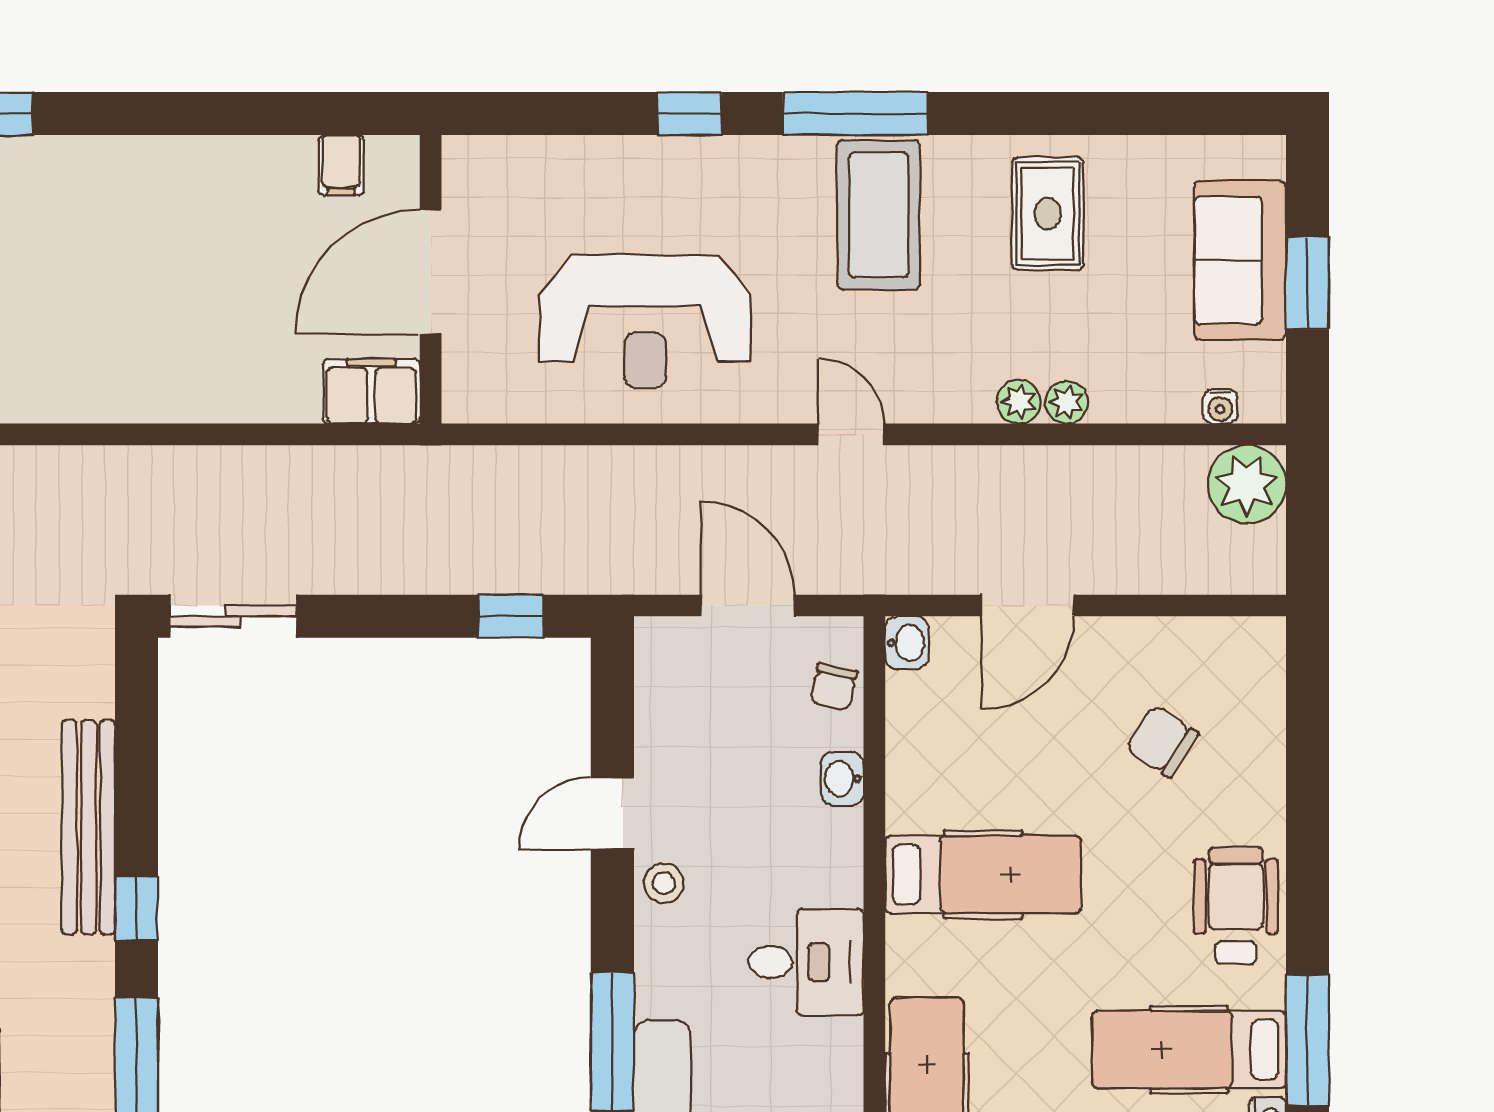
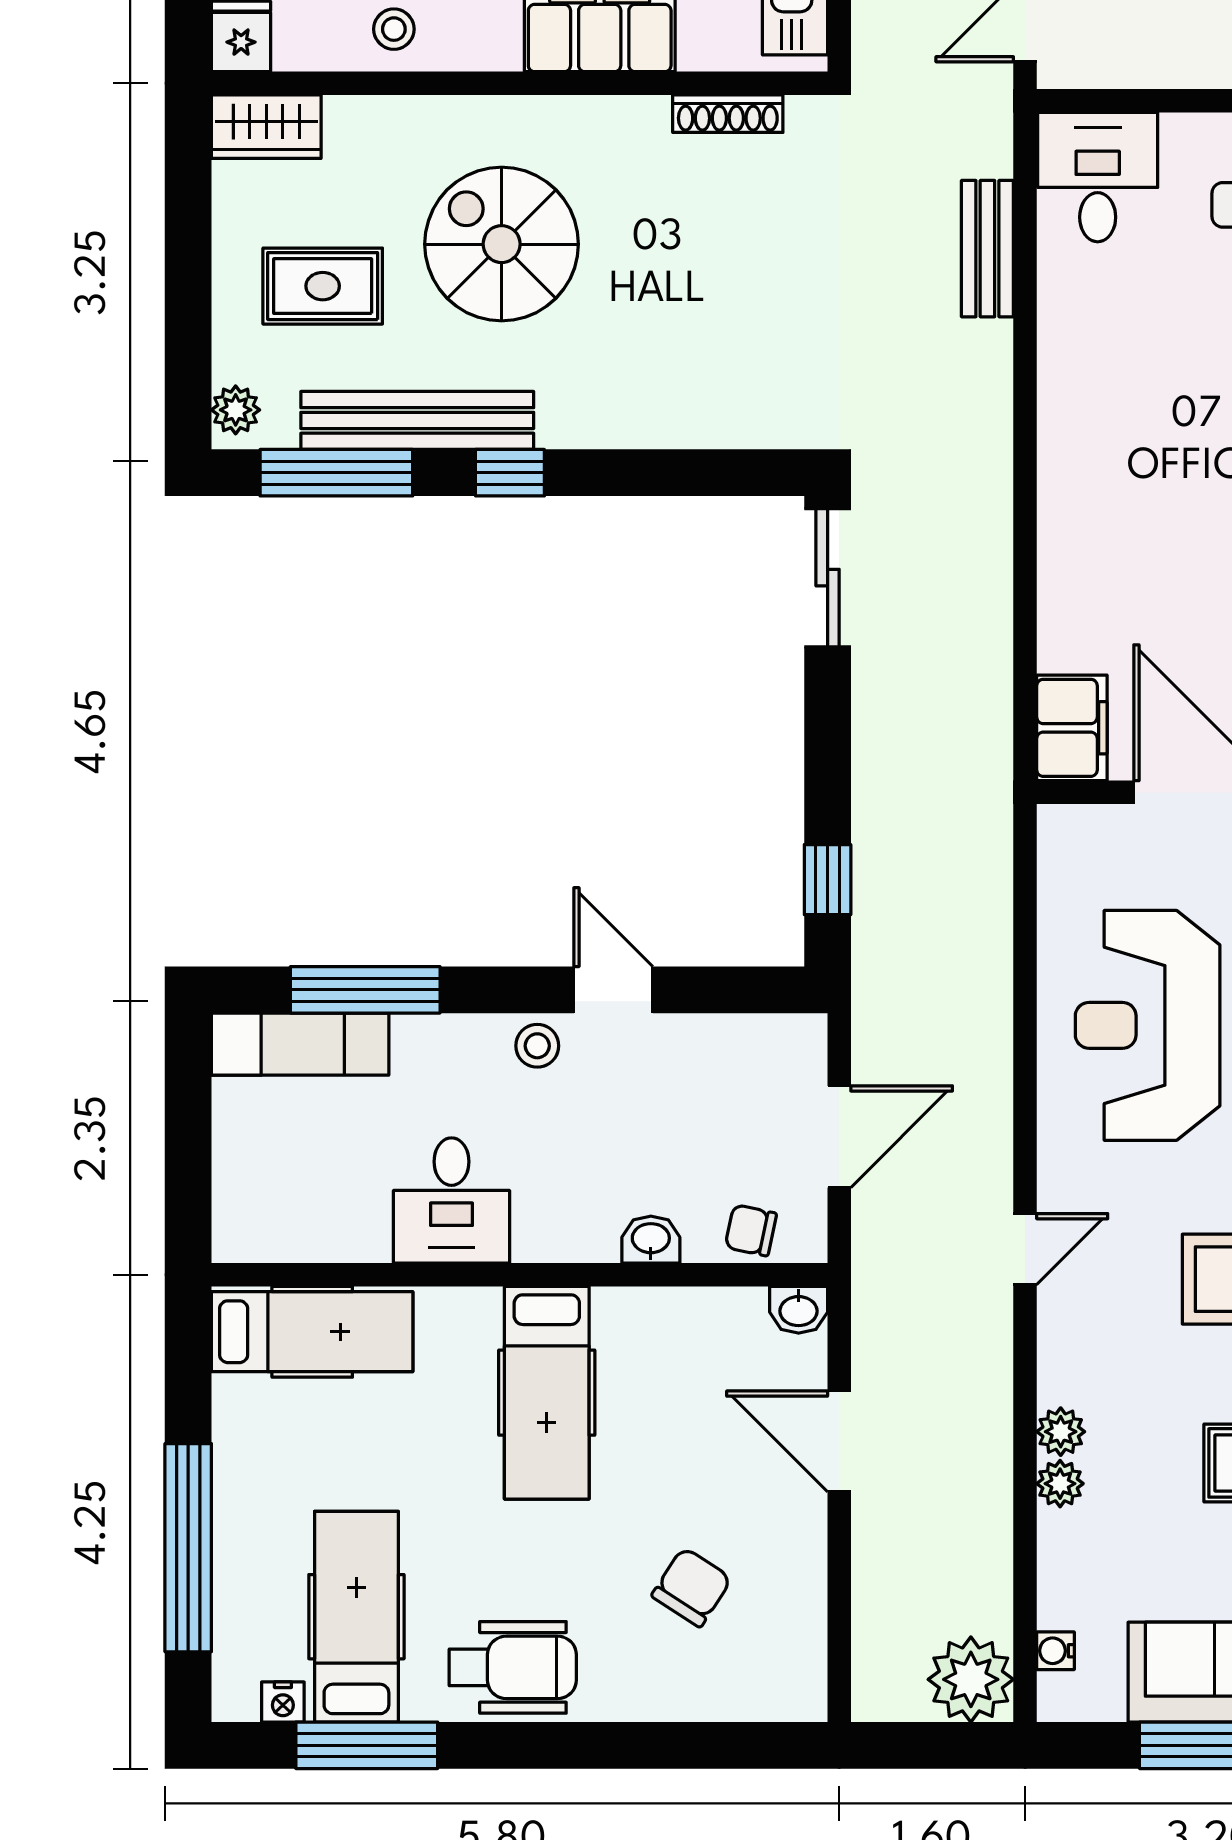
bench: (88, 827) -> (417, 420), moved

